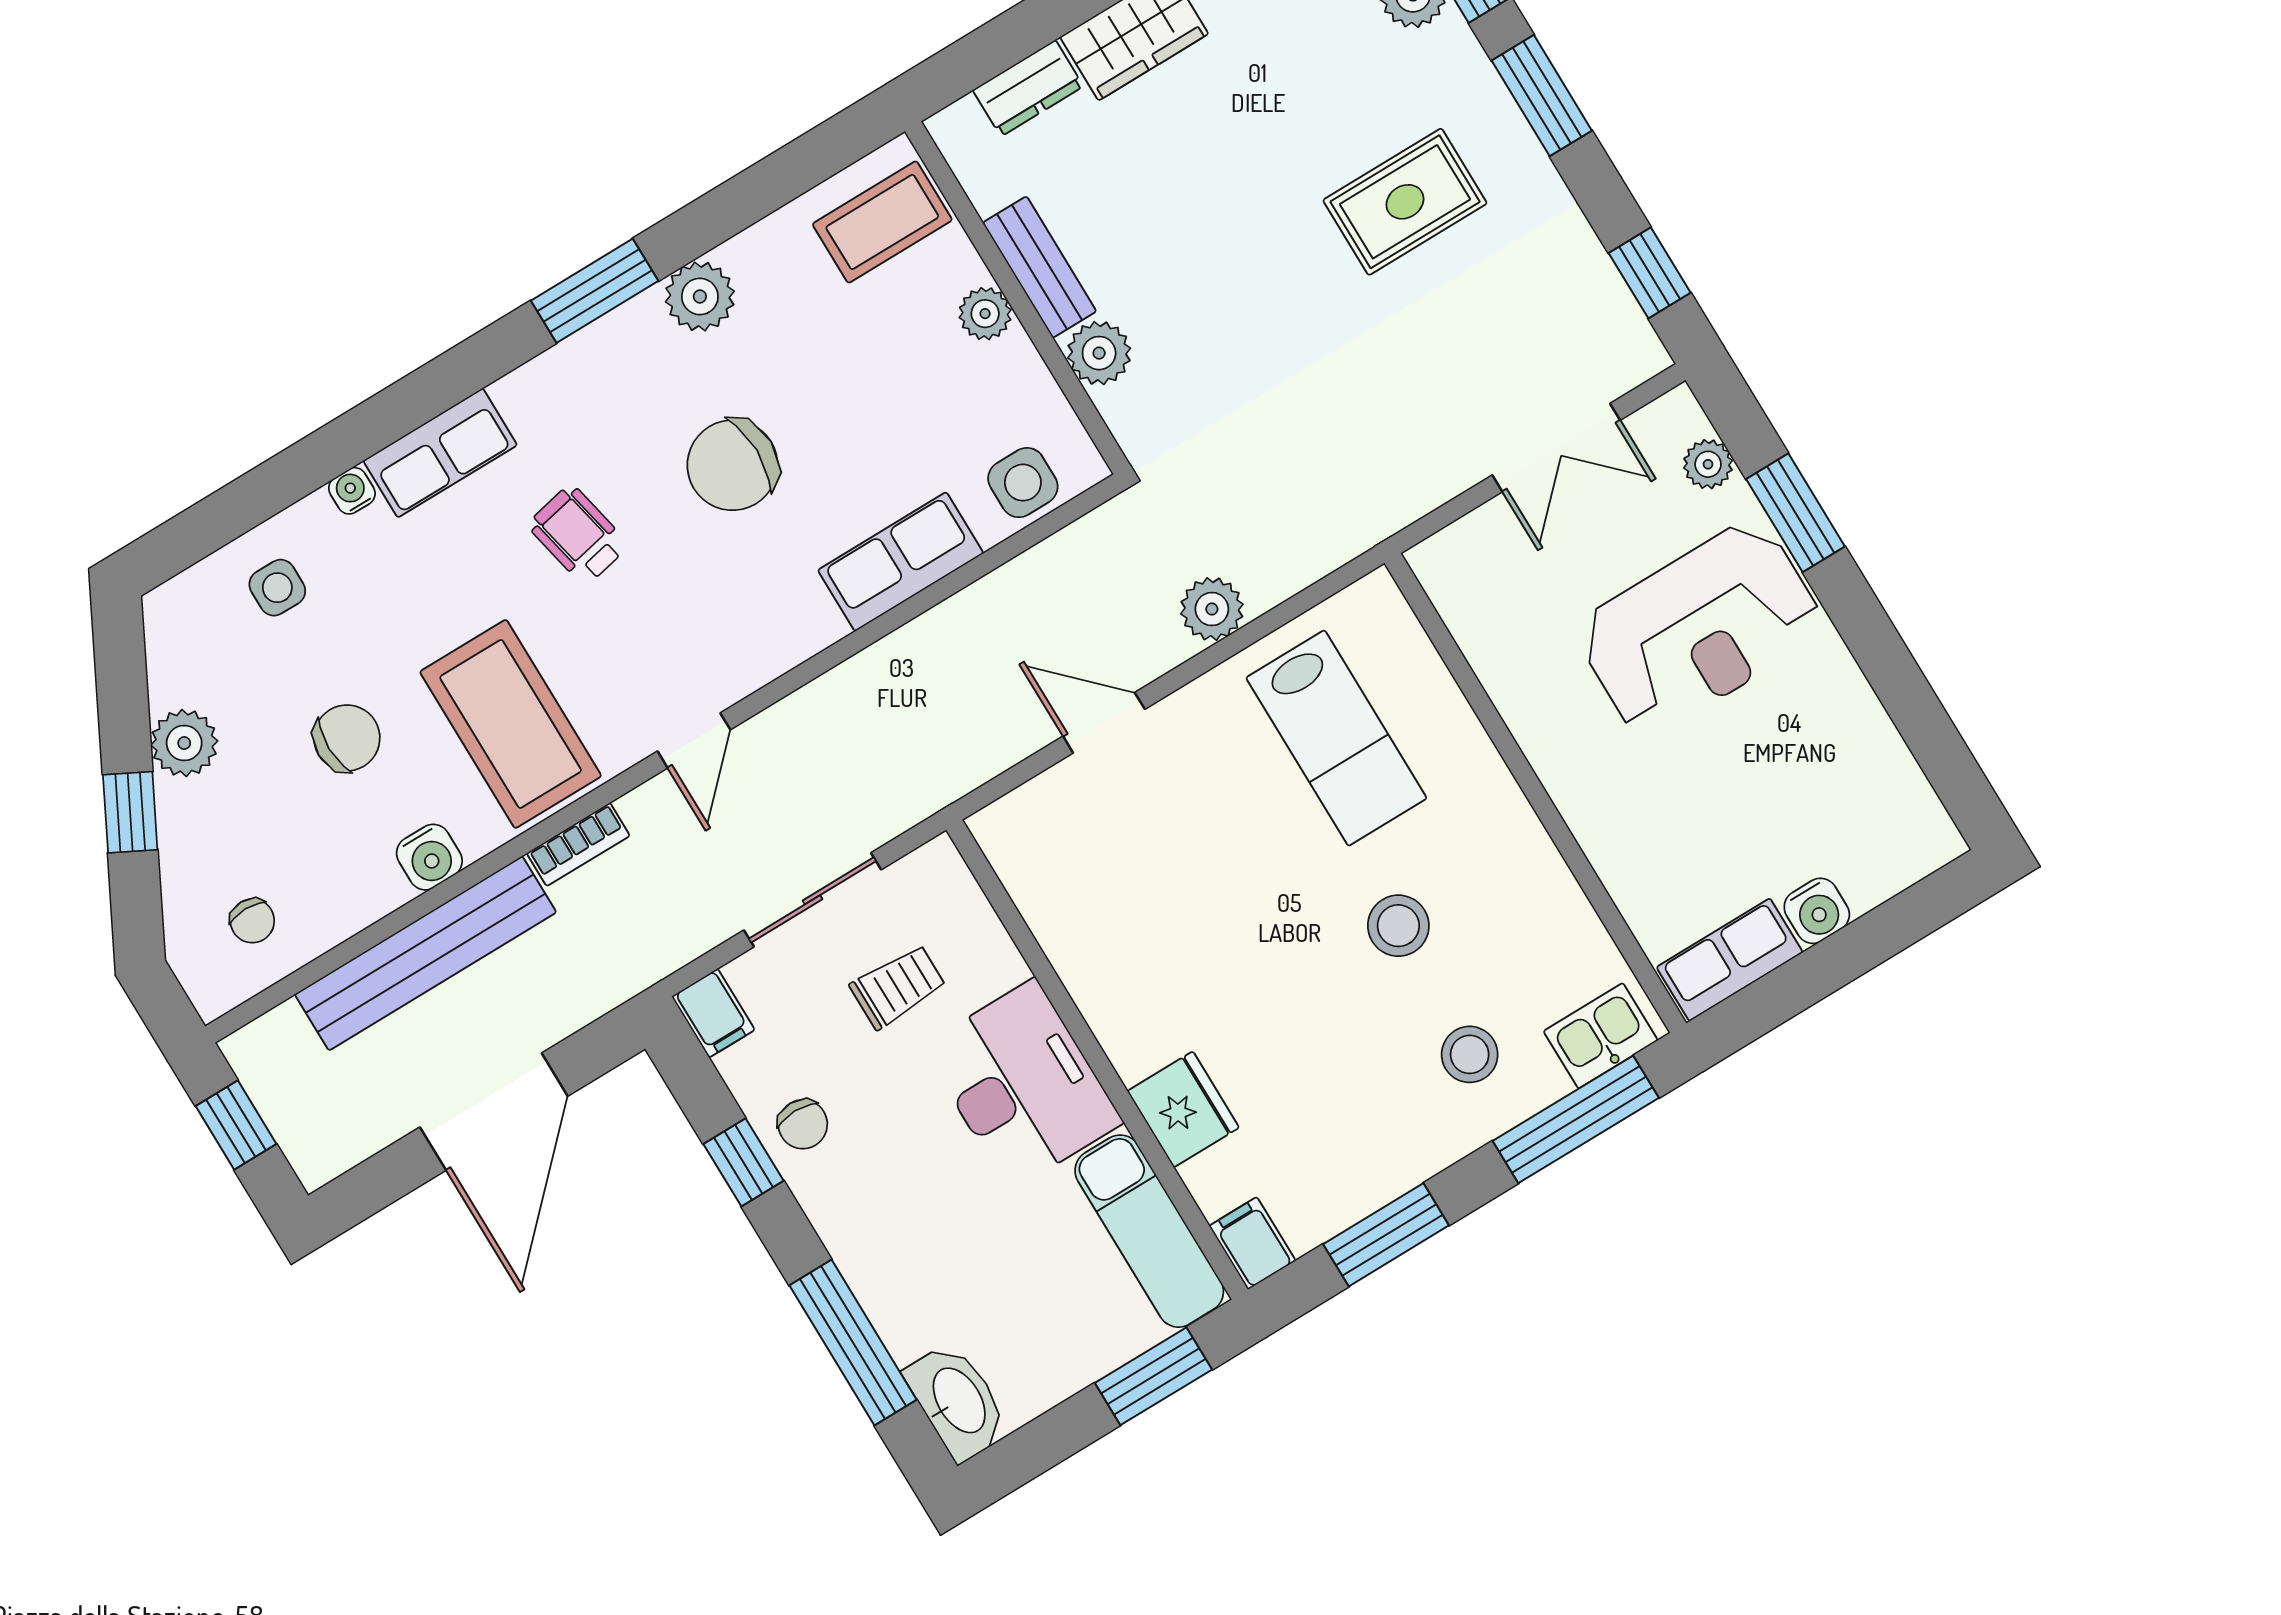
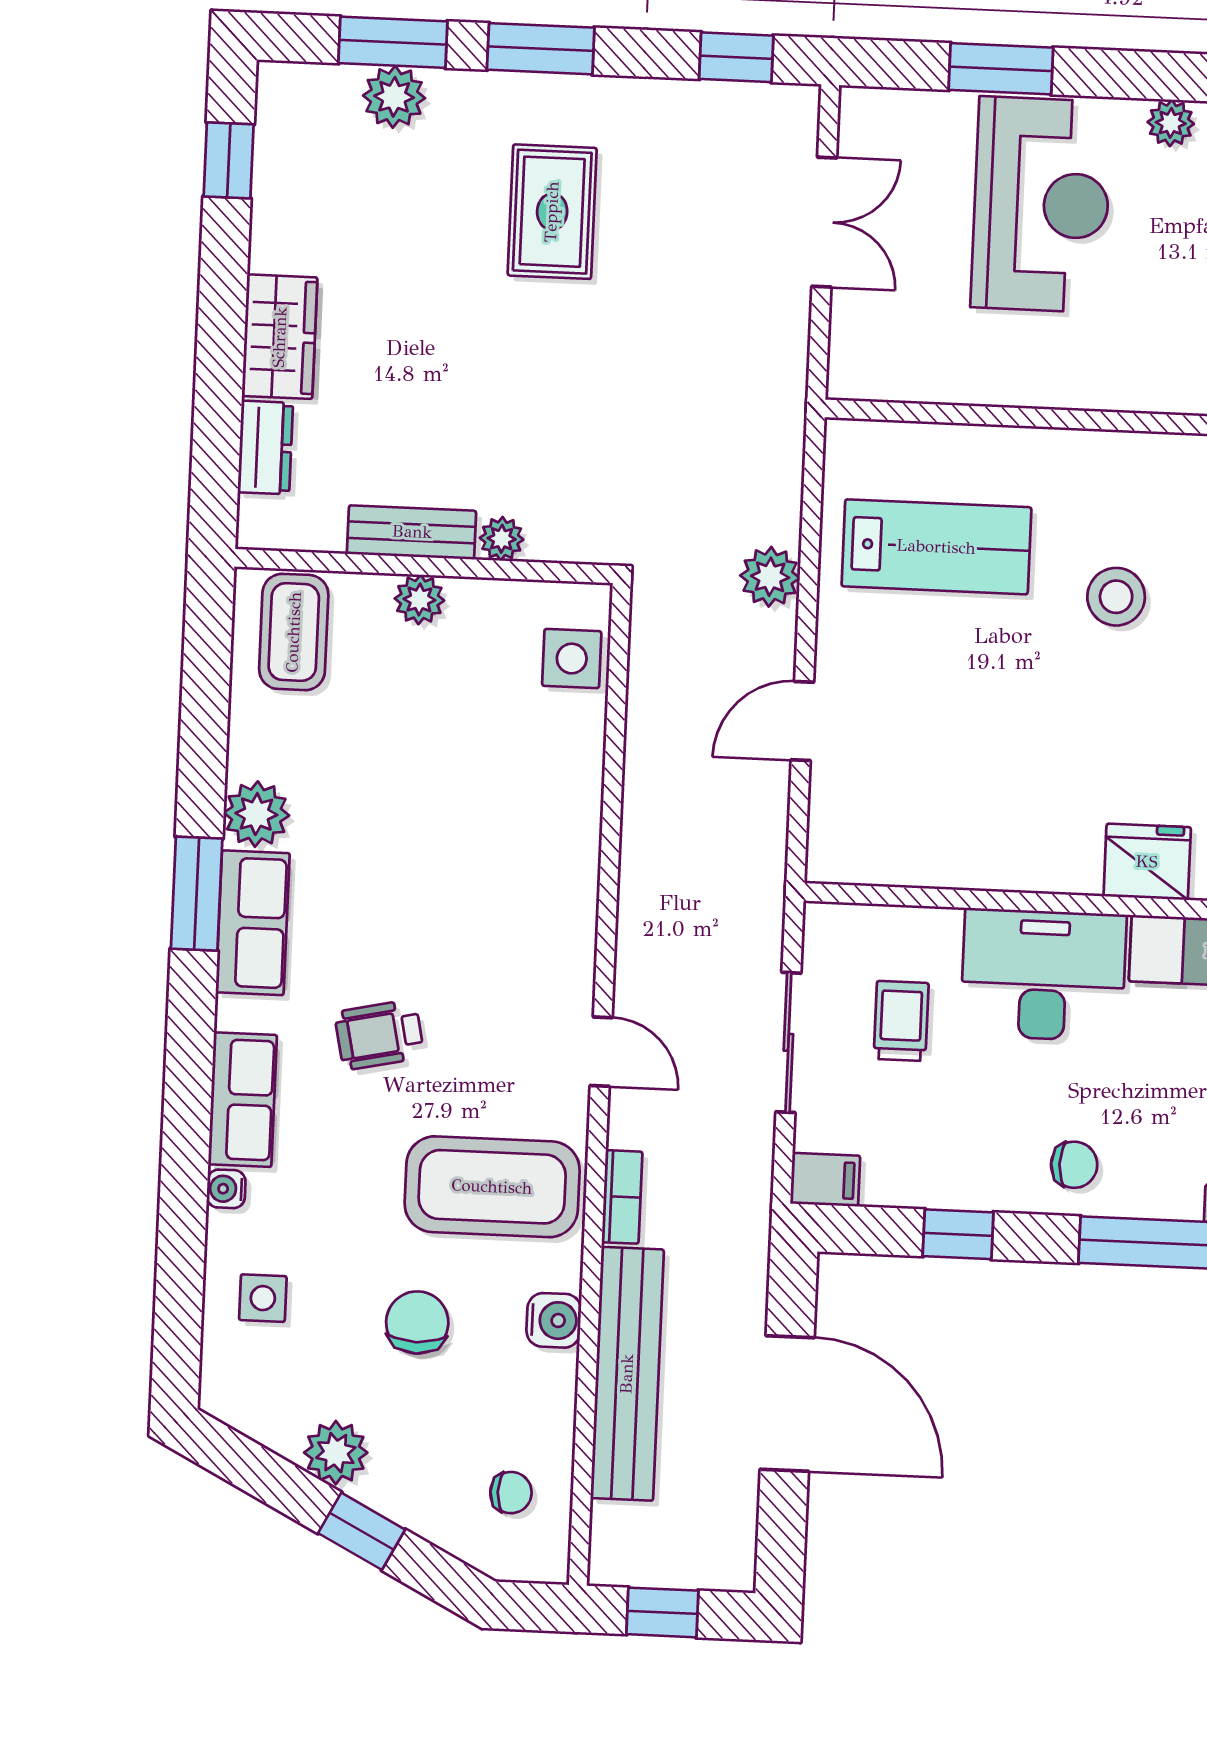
plant: (1099, 353) -> (502, 539), width x0.73, depth x0.73
plant: (1708, 464) -> (1171, 123), moved
chair: (732, 465) -> (406, 877), removed
row of seats: (901, 562) -> (253, 923), moved, turned 180
chair: (803, 1124) -> (1074, 1165), moved

